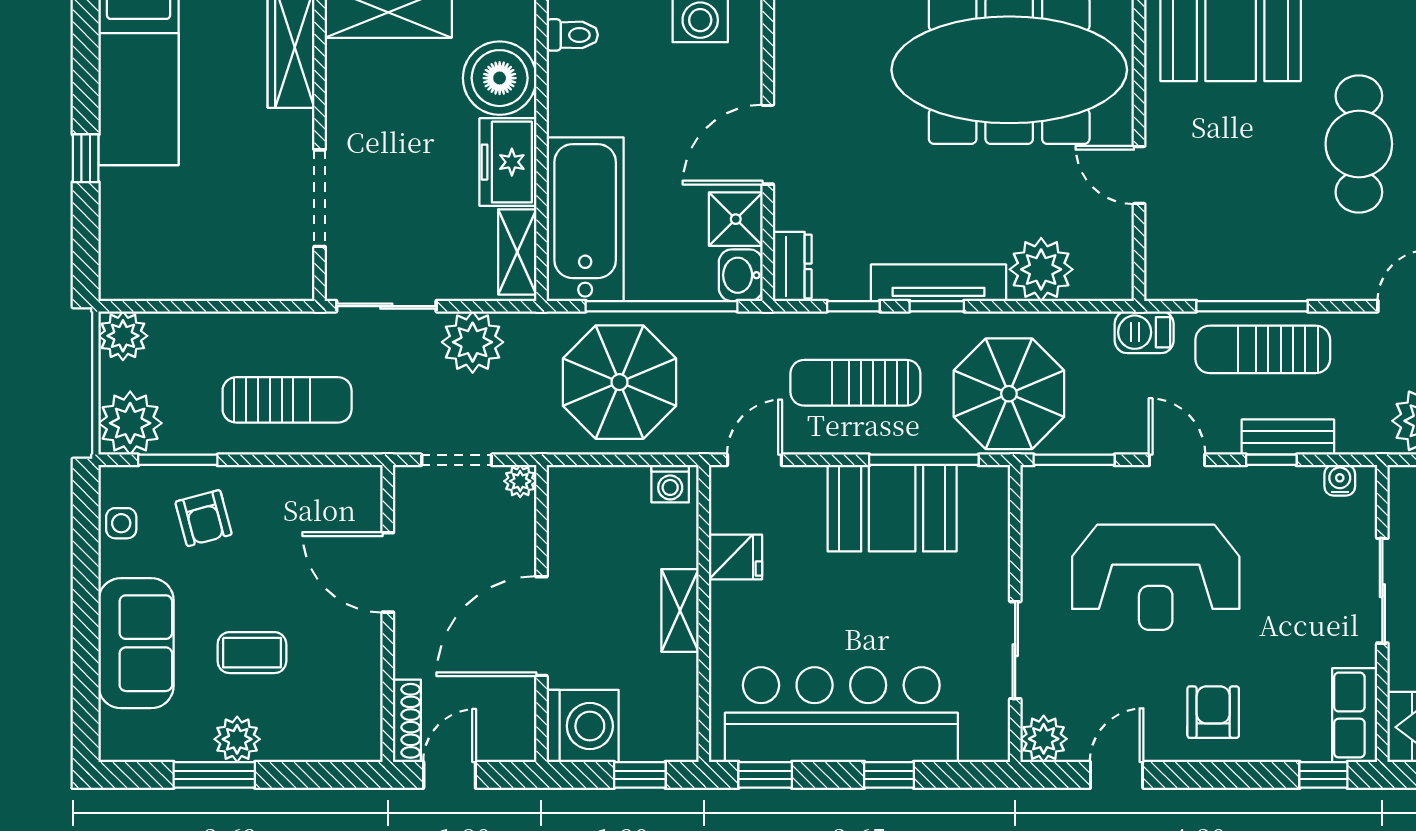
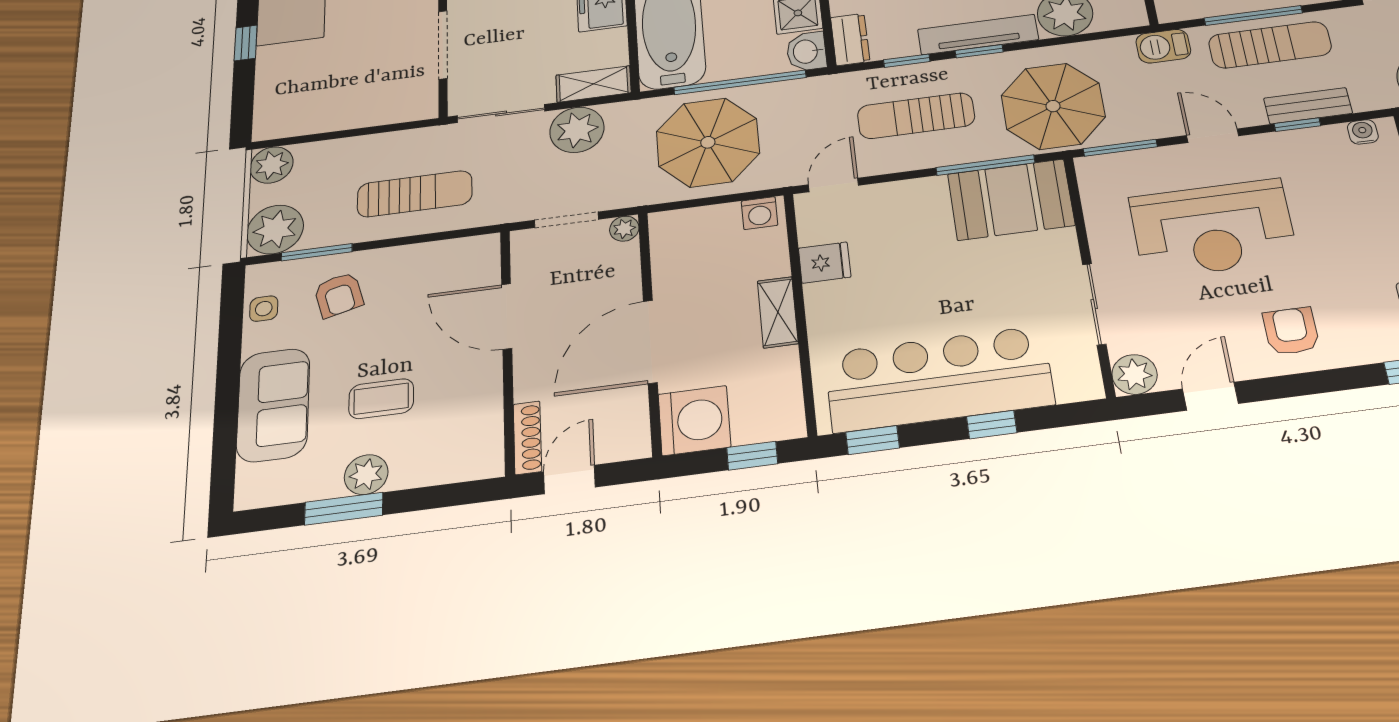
shelving: (517, 252) -> (593, 84), moved, turned 90
sun lounger: (1263, 349) -> (1270, 45), turned 180
booth: (892, 508) -> (1011, 200), moved

